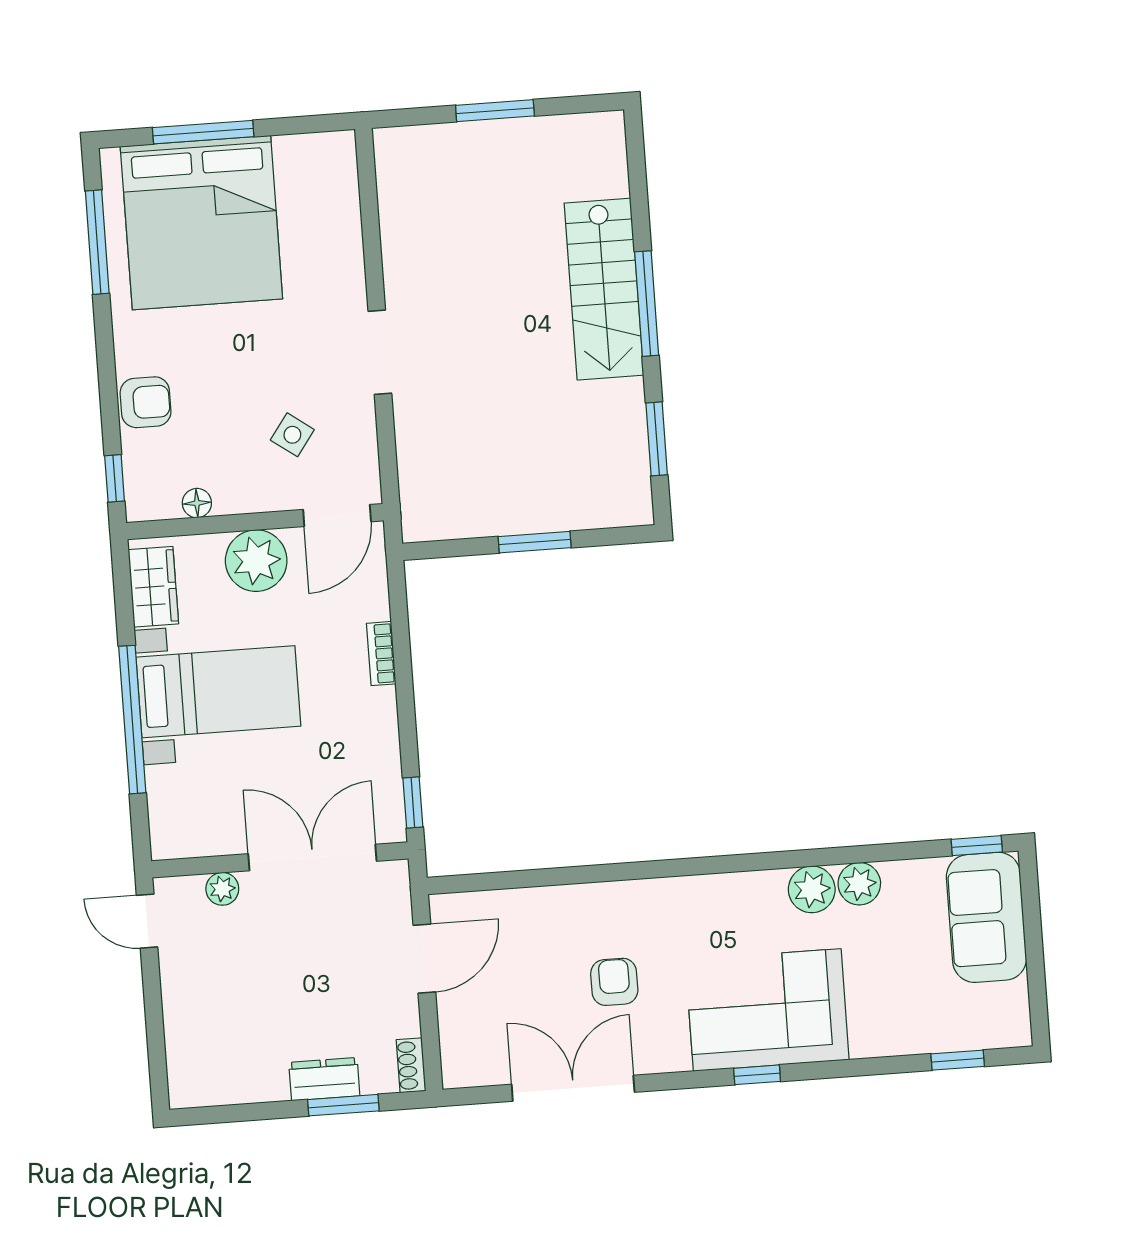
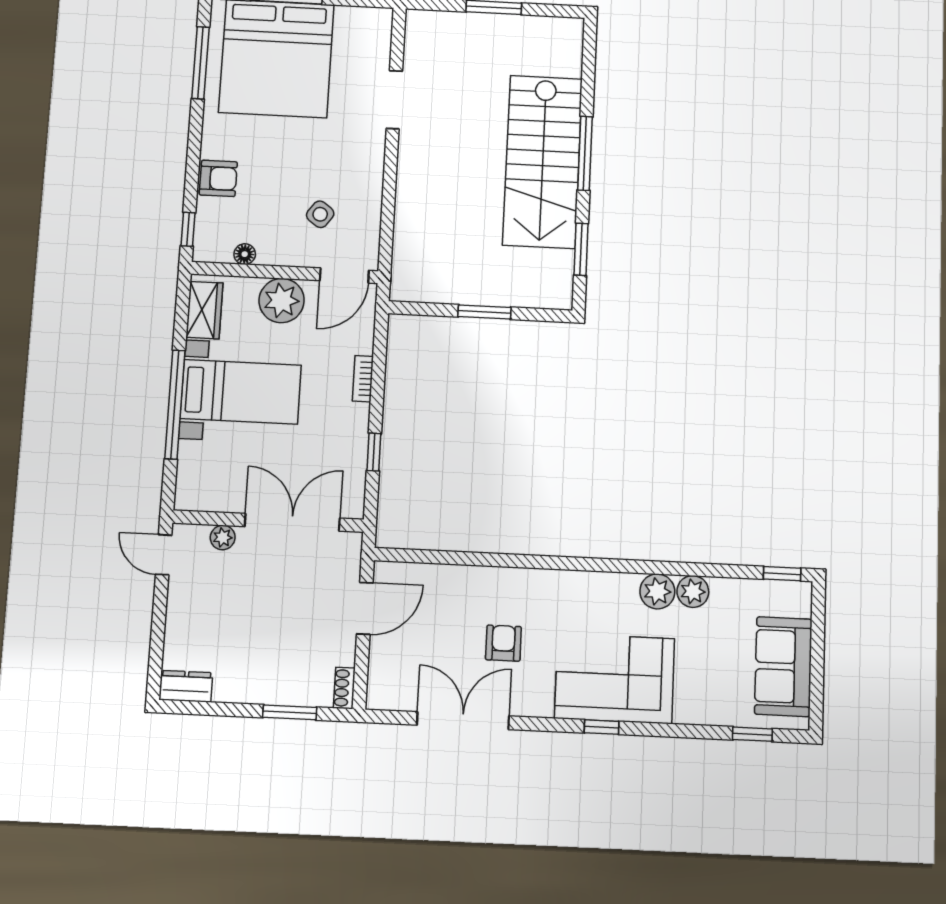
stairs: (604, 289) -> (543, 162), width x1.36, depth x1.51
doorway: (380, 352) -> (394, 100), moved
window: (413, 803) -> (374, 452), moved
sofa: (987, 917) -> (783, 667), moved
dresser: (324, 1079) -> (186, 686), moved

